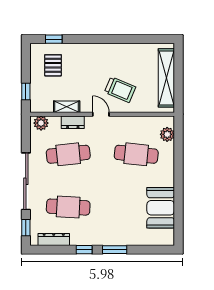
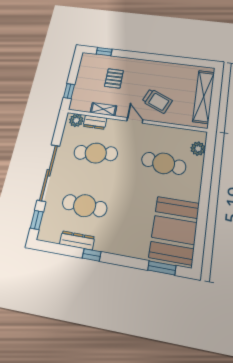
pallet: (53, 65) -> (114, 78), moved
dresser: (73, 122) -> (95, 122), moved
booth: (161, 208) -> (174, 230), width x1.36, depth x1.42
dresser: (54, 239) -> (77, 240), moved
window: (115, 250) -> (162, 268), moved

